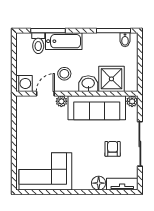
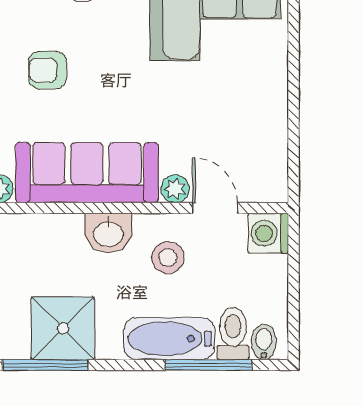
bidet: (125, 40) -> (264, 342), moved
shower: (111, 79) -> (63, 328), moved
door: (45, 94) -> (215, 208), swing flipped
armchair: (113, 149) -> (48, 70), turned 90

